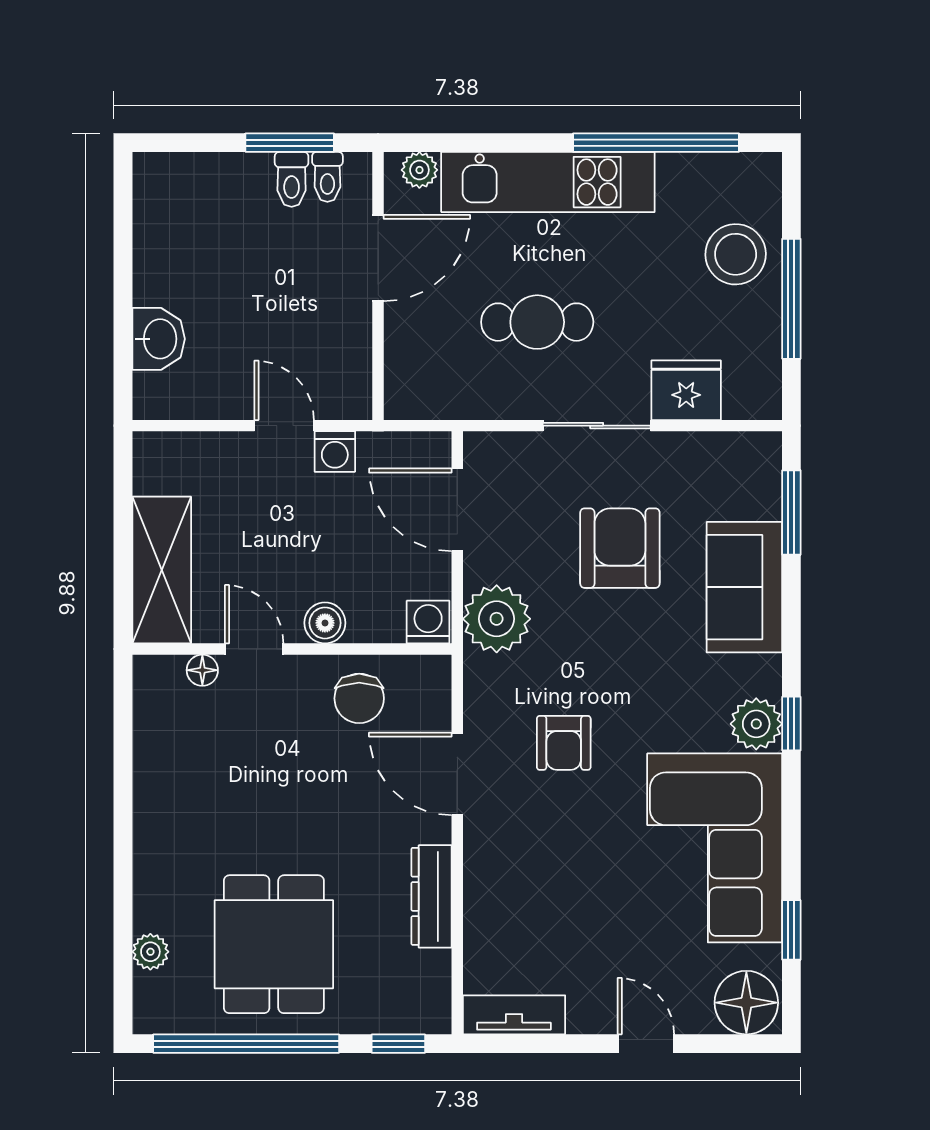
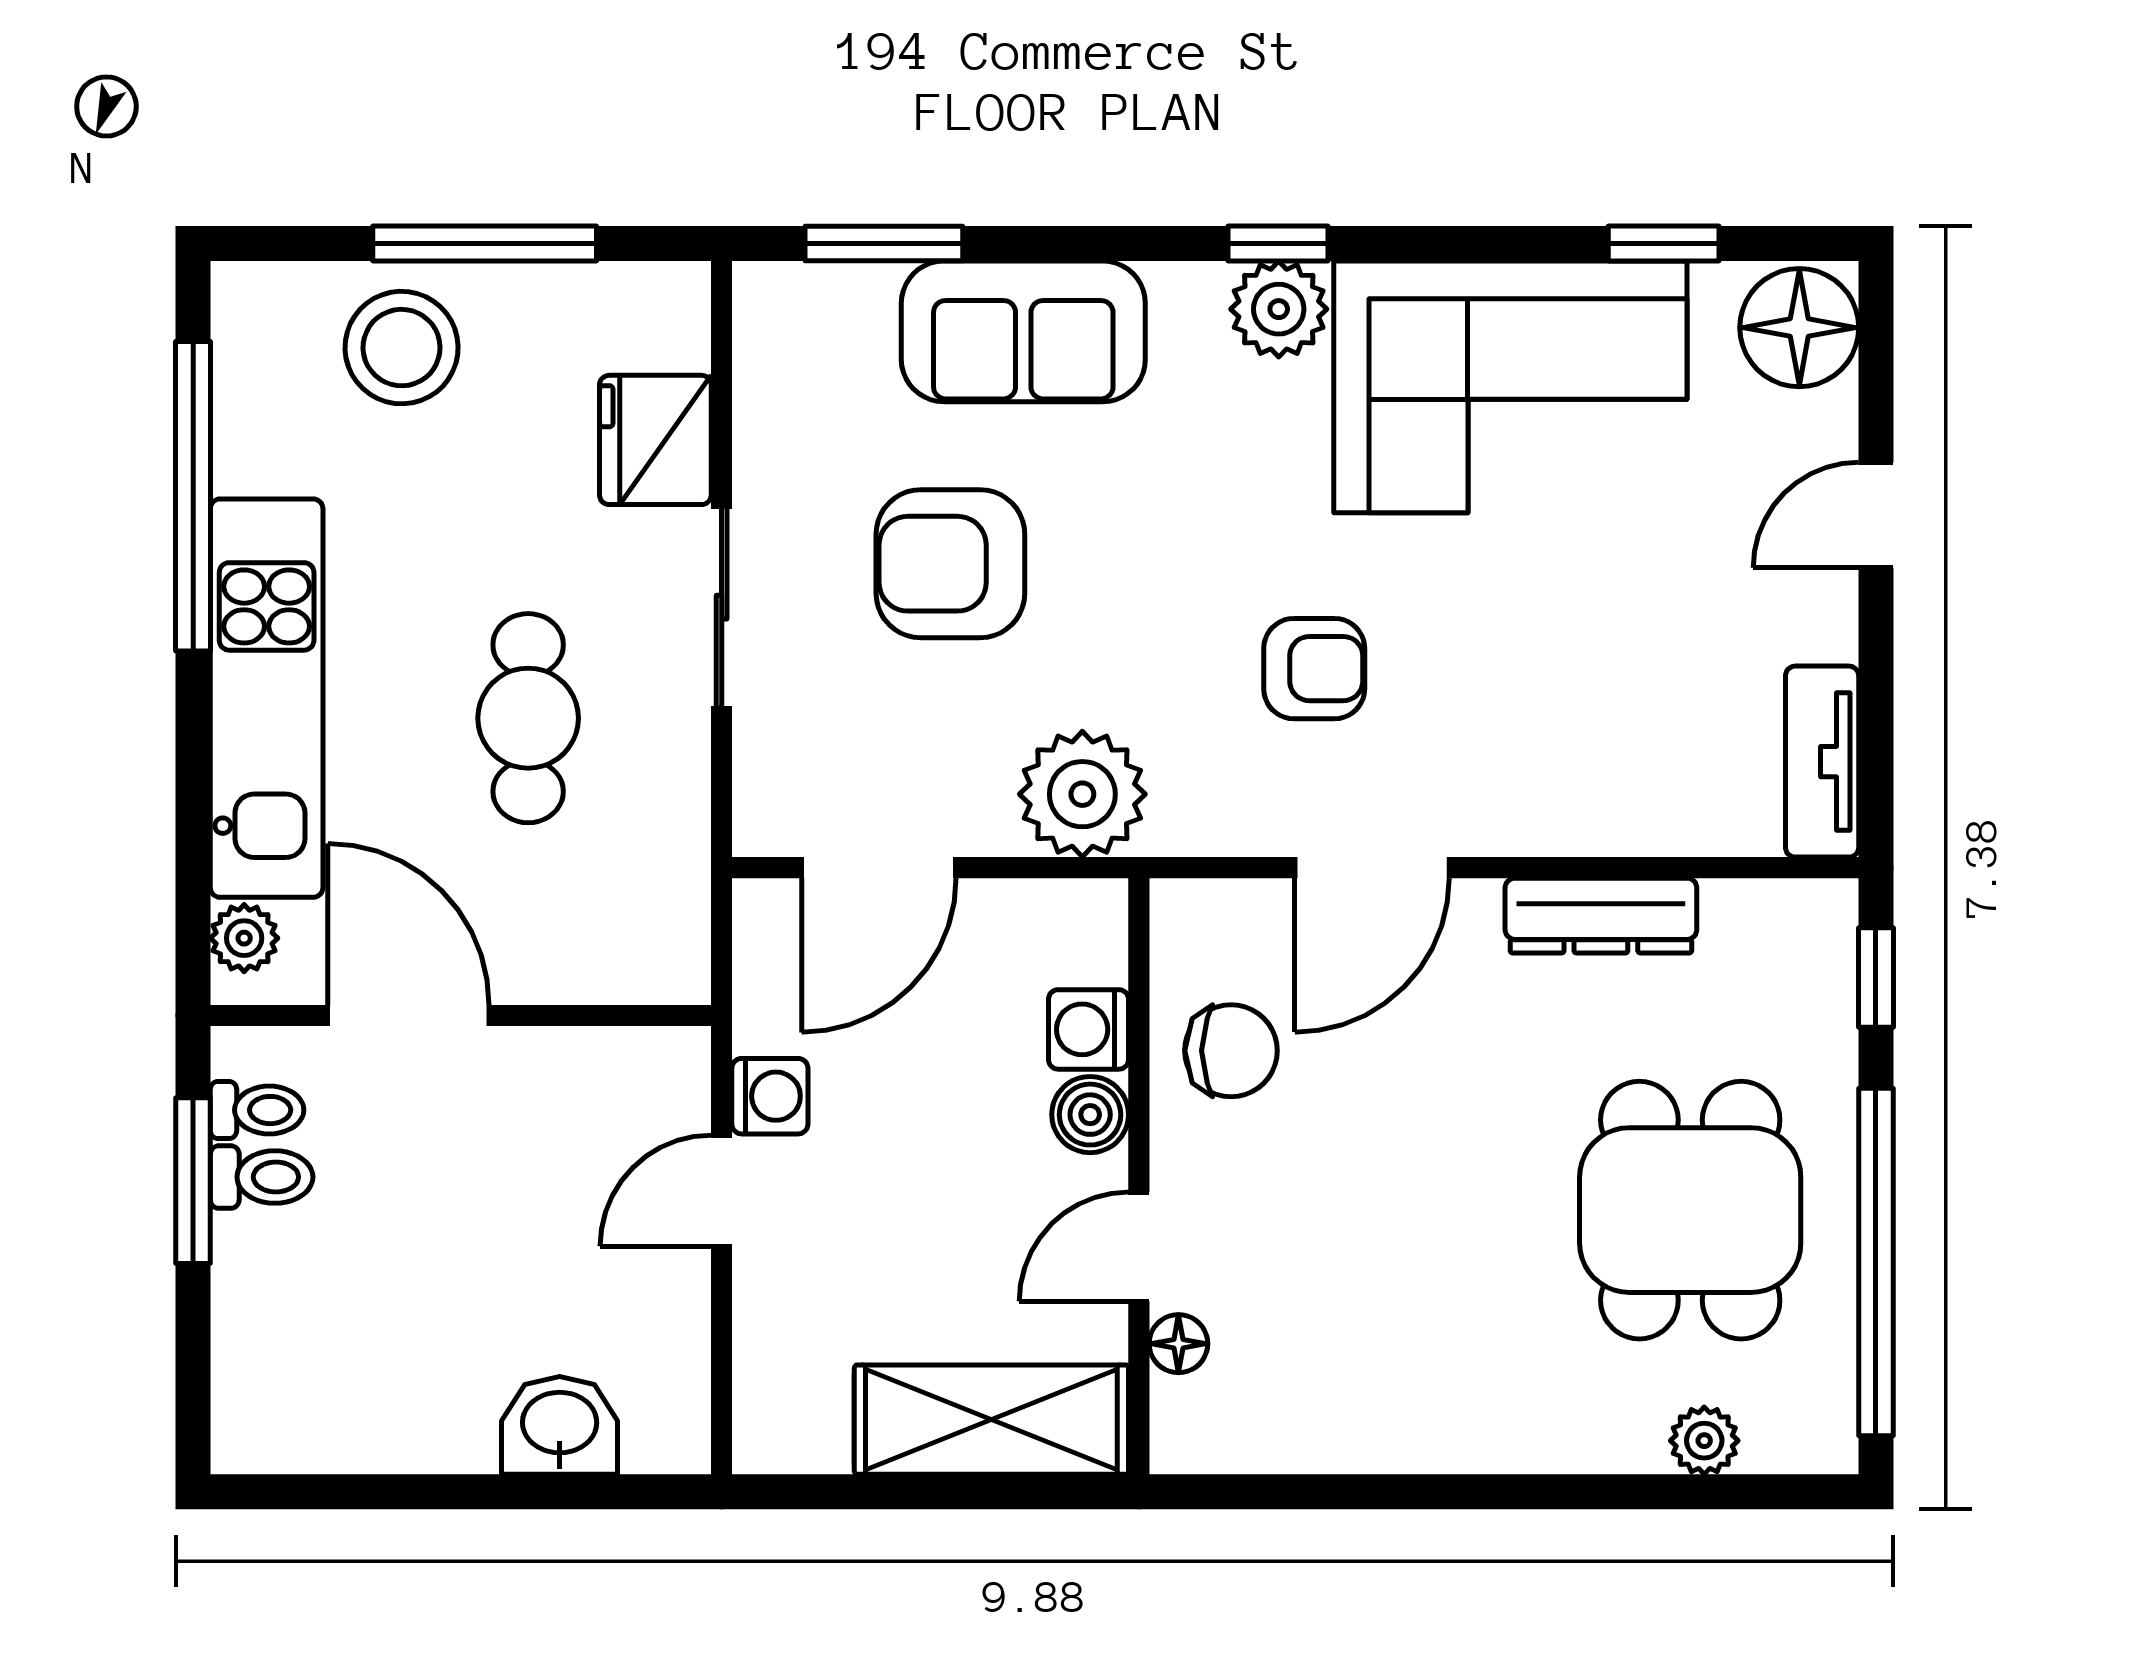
washing machine: (428, 622) -> (1088, 1029), moved
dining table: (274, 944) -> (1690, 1210), turned 90

